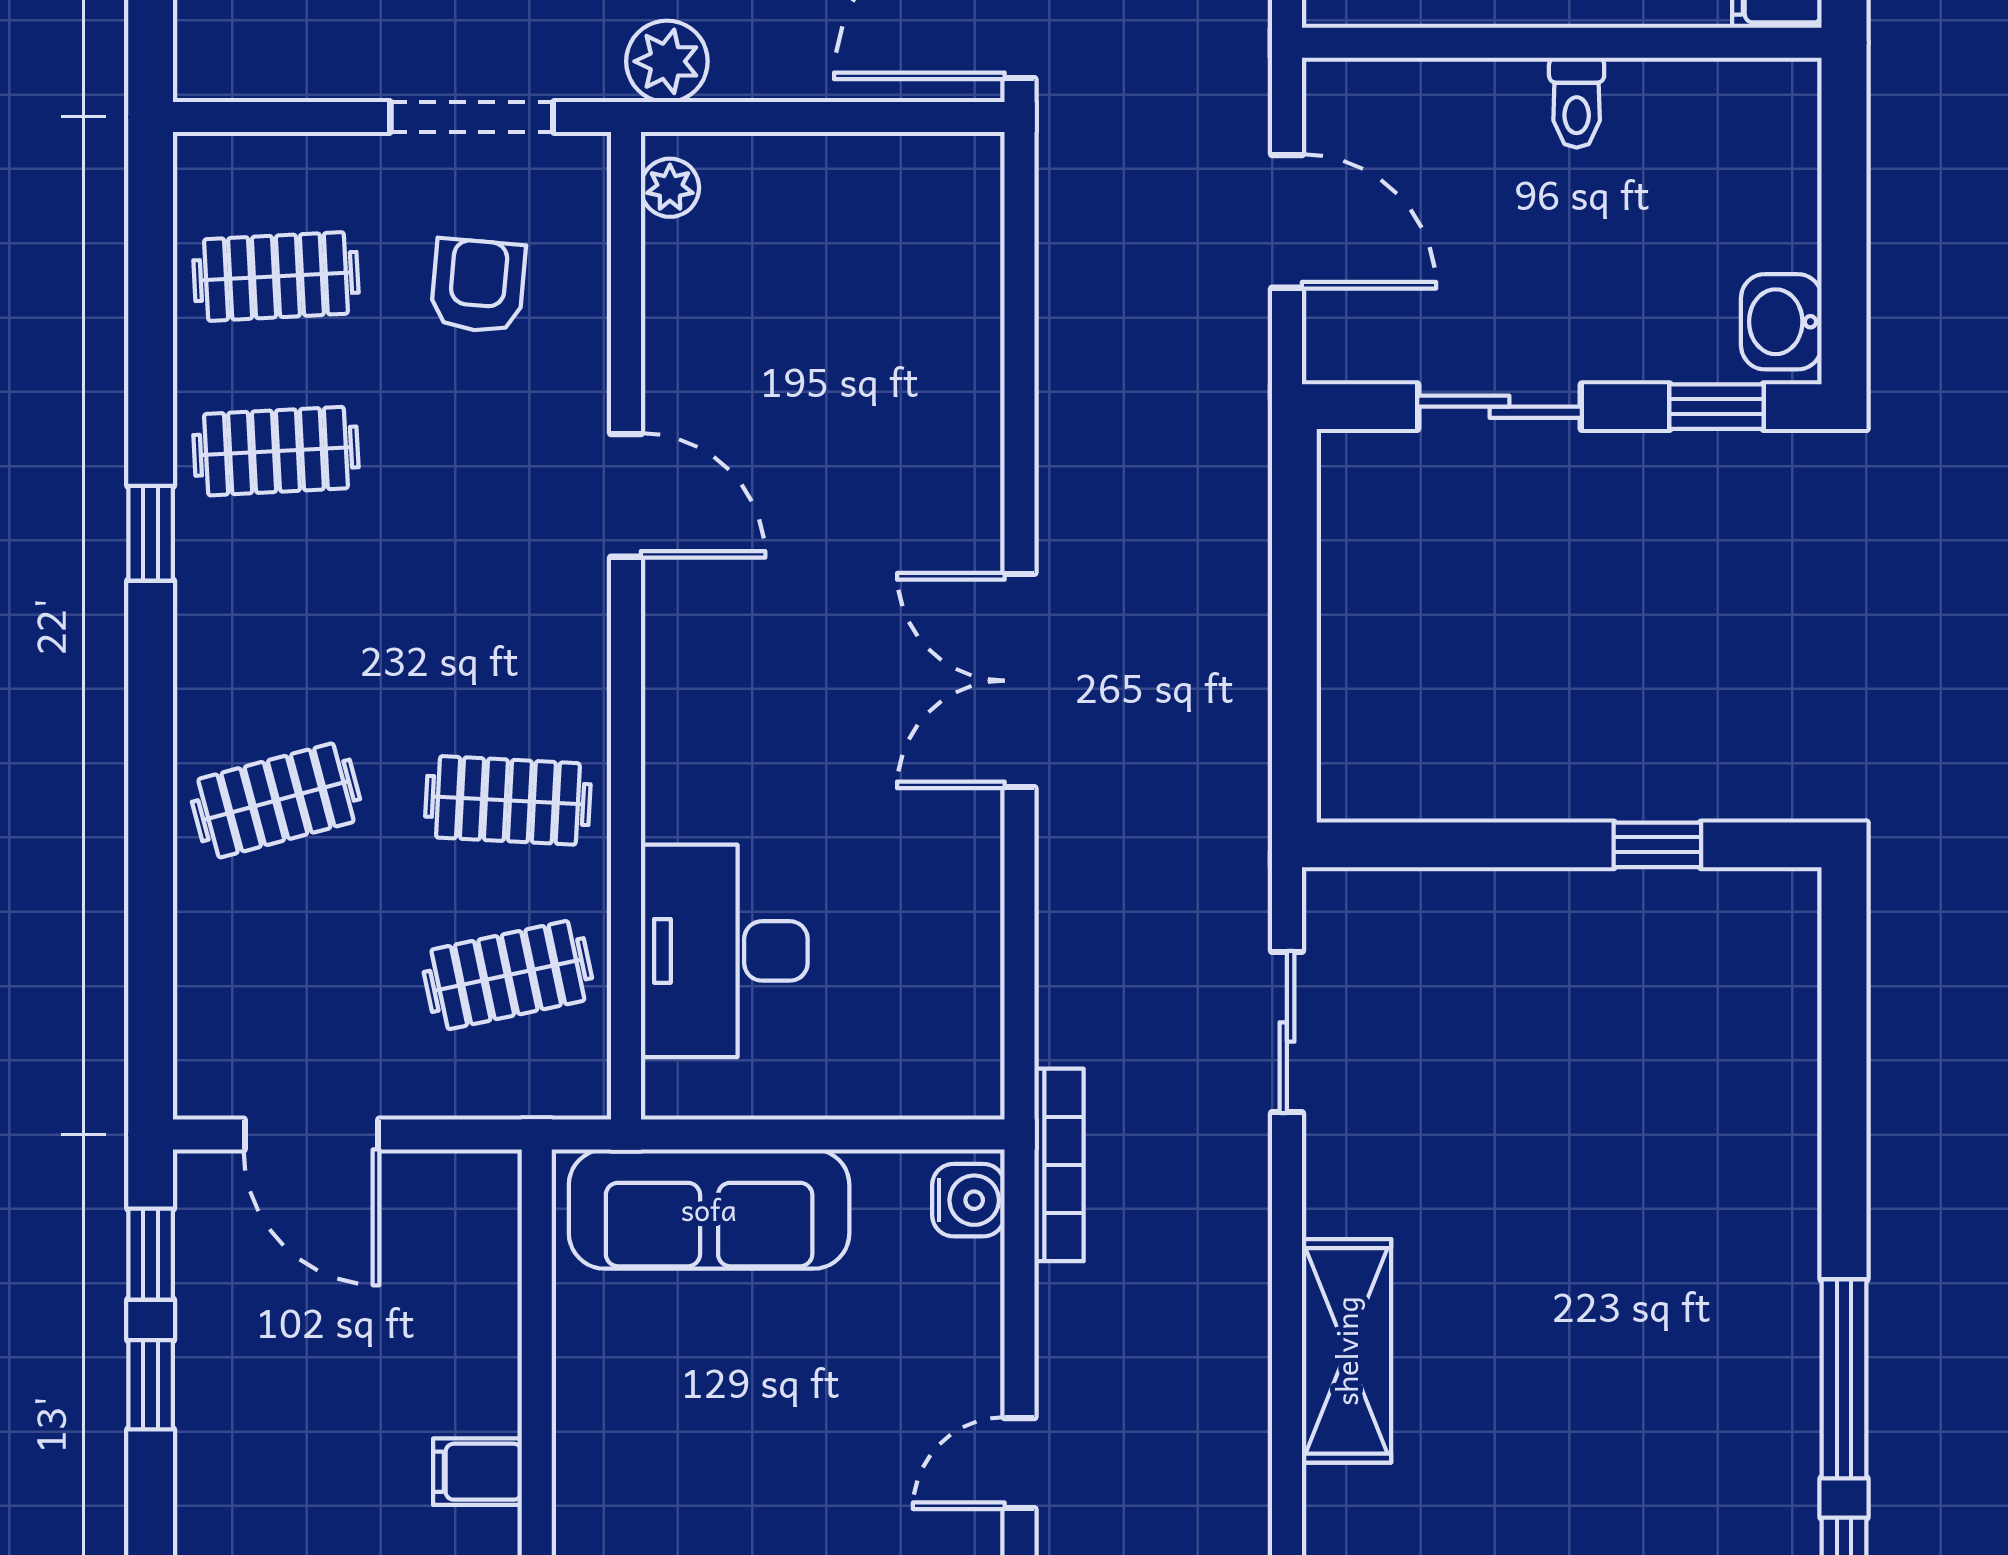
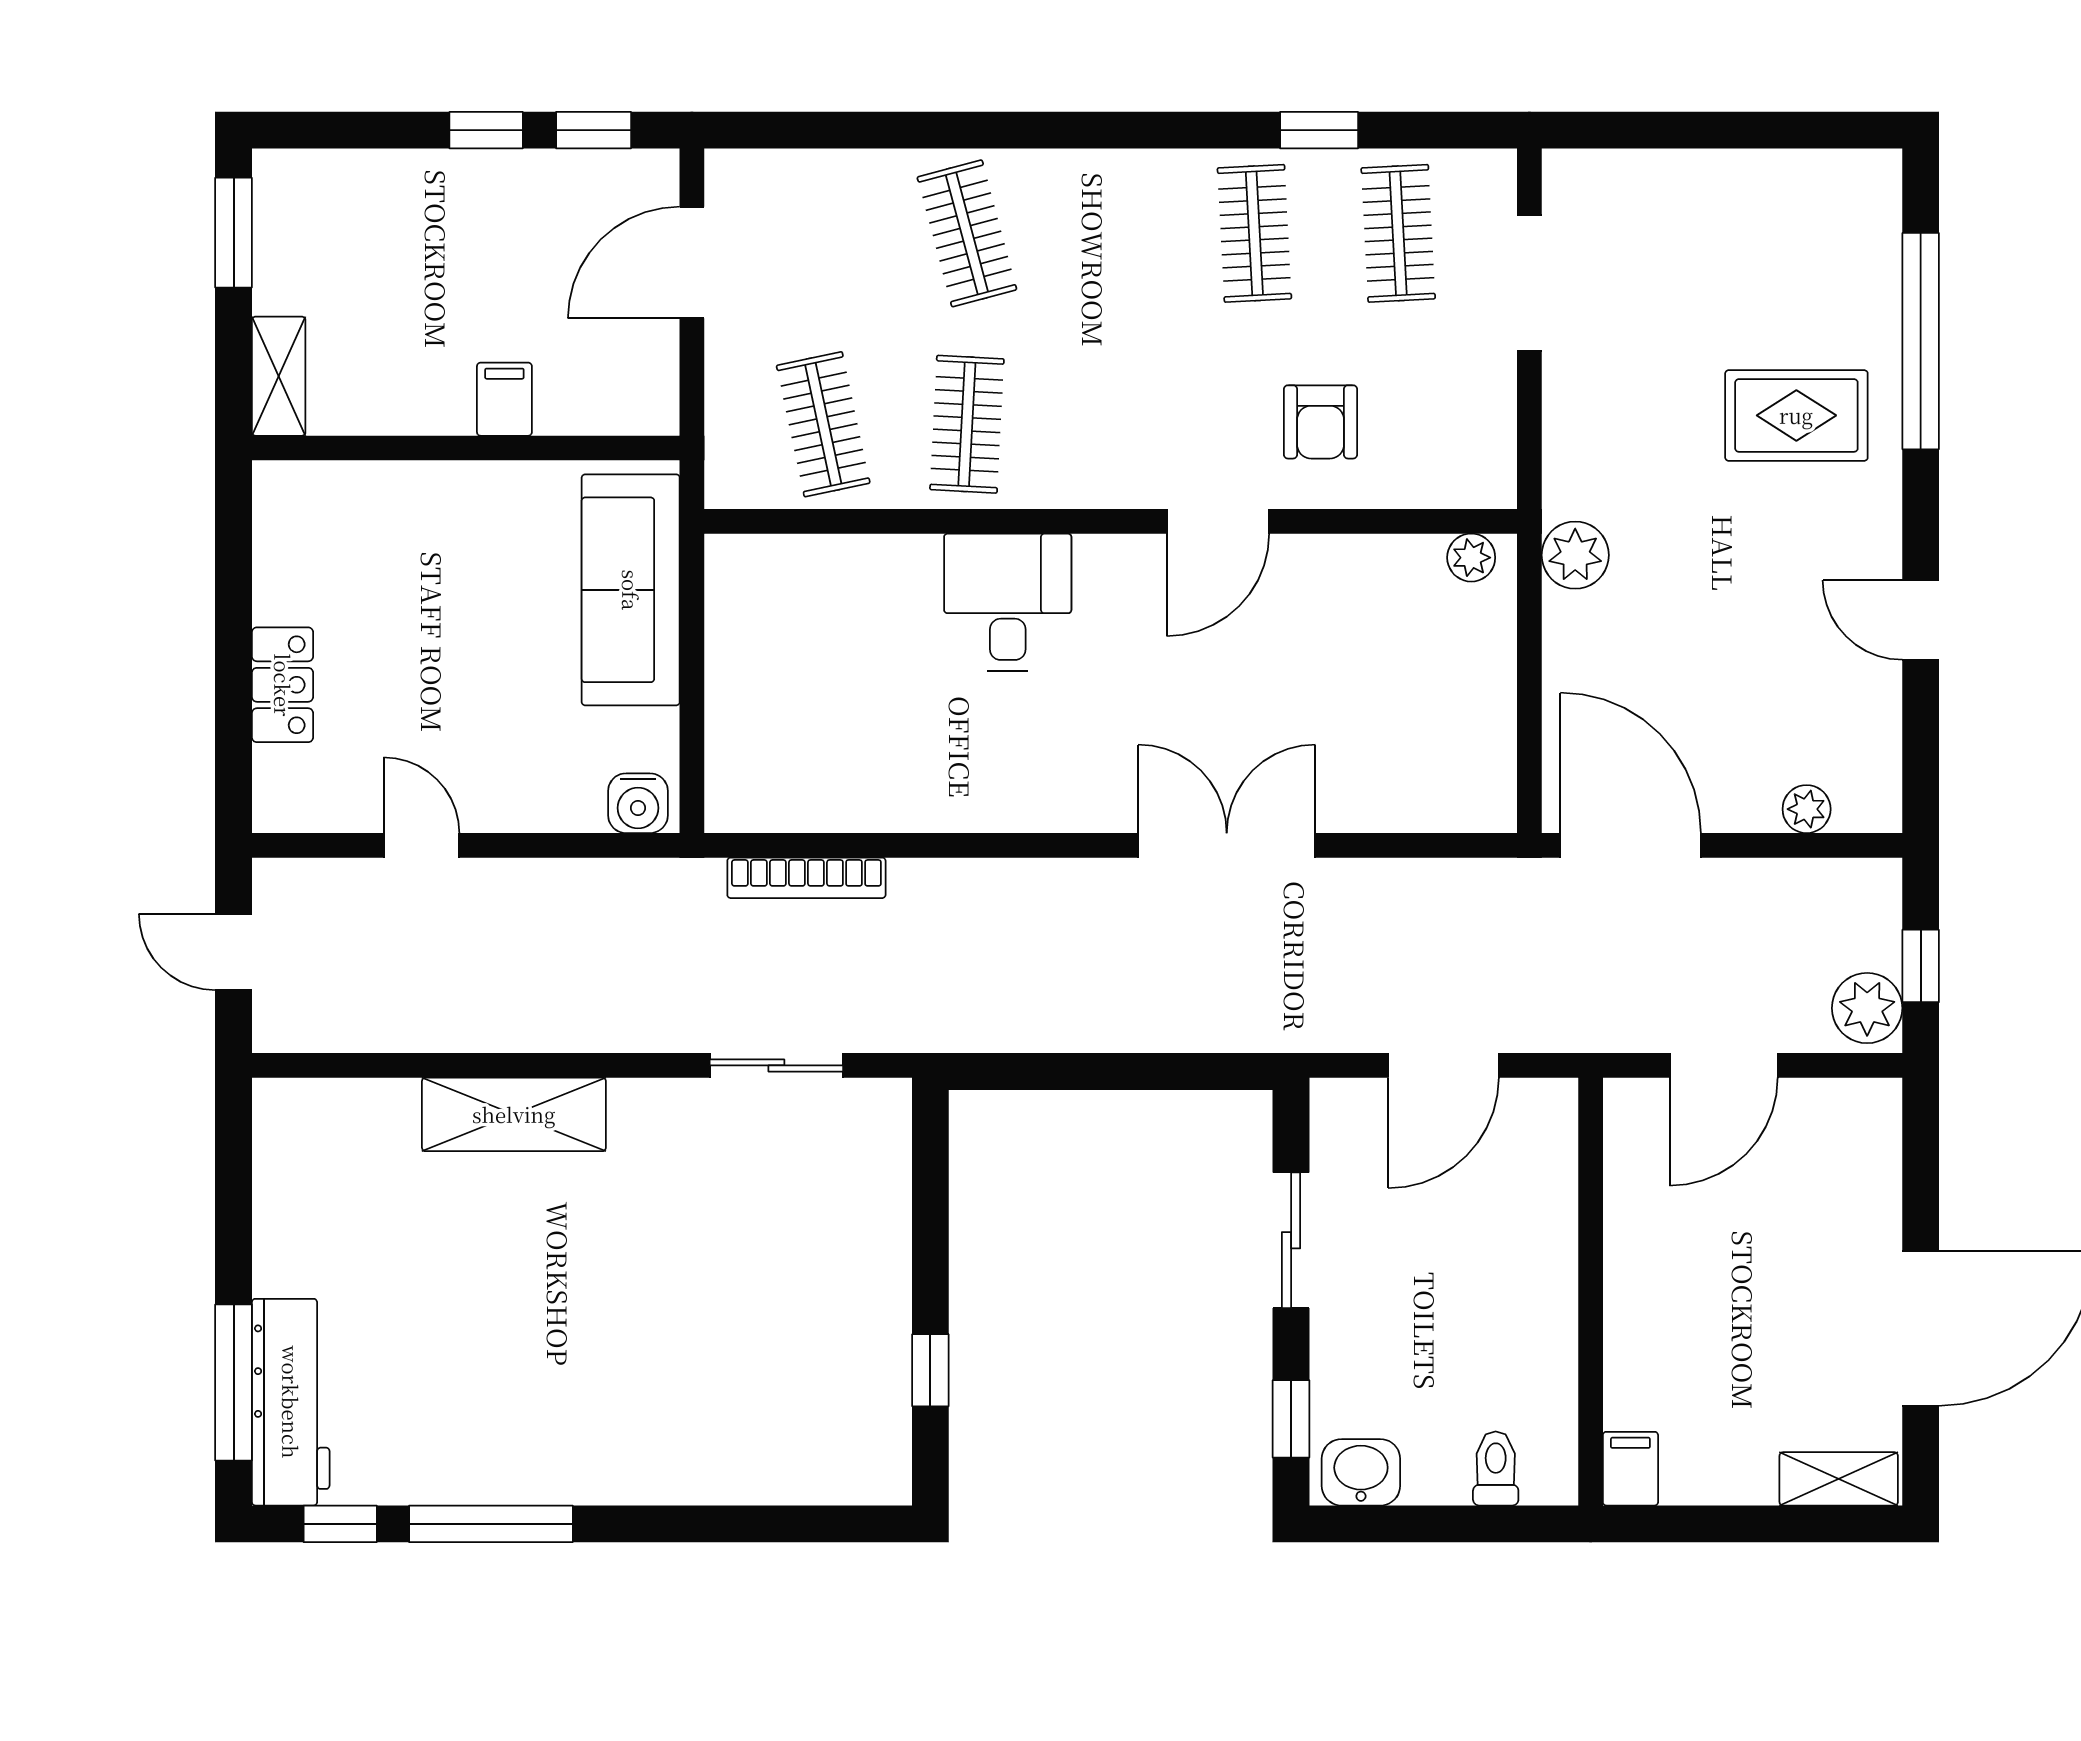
toilet: (1577, 103) -> (1496, 1468), moved, turned 90
doorway: (472, 117) -> (1529, 283), moved
armchair: (478, 286) -> (1321, 422), moved, turned 85
window: (151, 533) -> (1319, 130), moved
double door: (1020, 681) -> (1227, 845), moved
desk: (724, 951) -> (1008, 602), moved, width x0.73
bookcase: (1059, 1165) -> (806, 878), moved
filing cabinet: (478, 1472) -> (504, 399), moved

